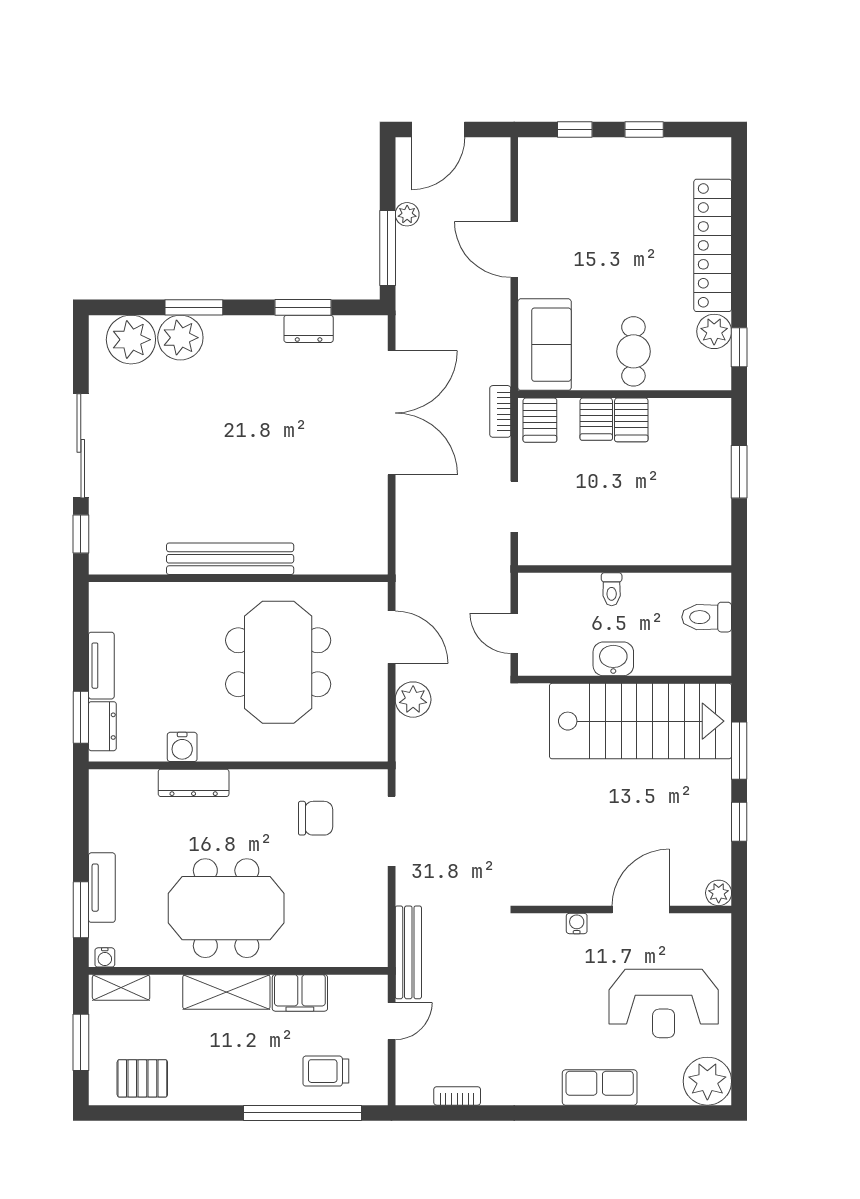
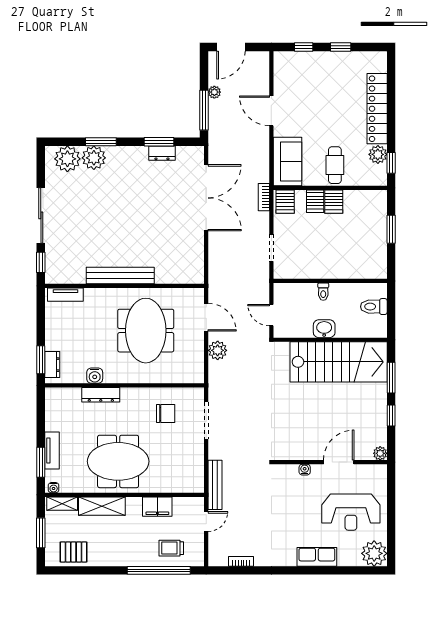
tv unit: (101, 666) -> (65, 295), moved, turned 90
shelving: (226, 992) -> (102, 506), moved

